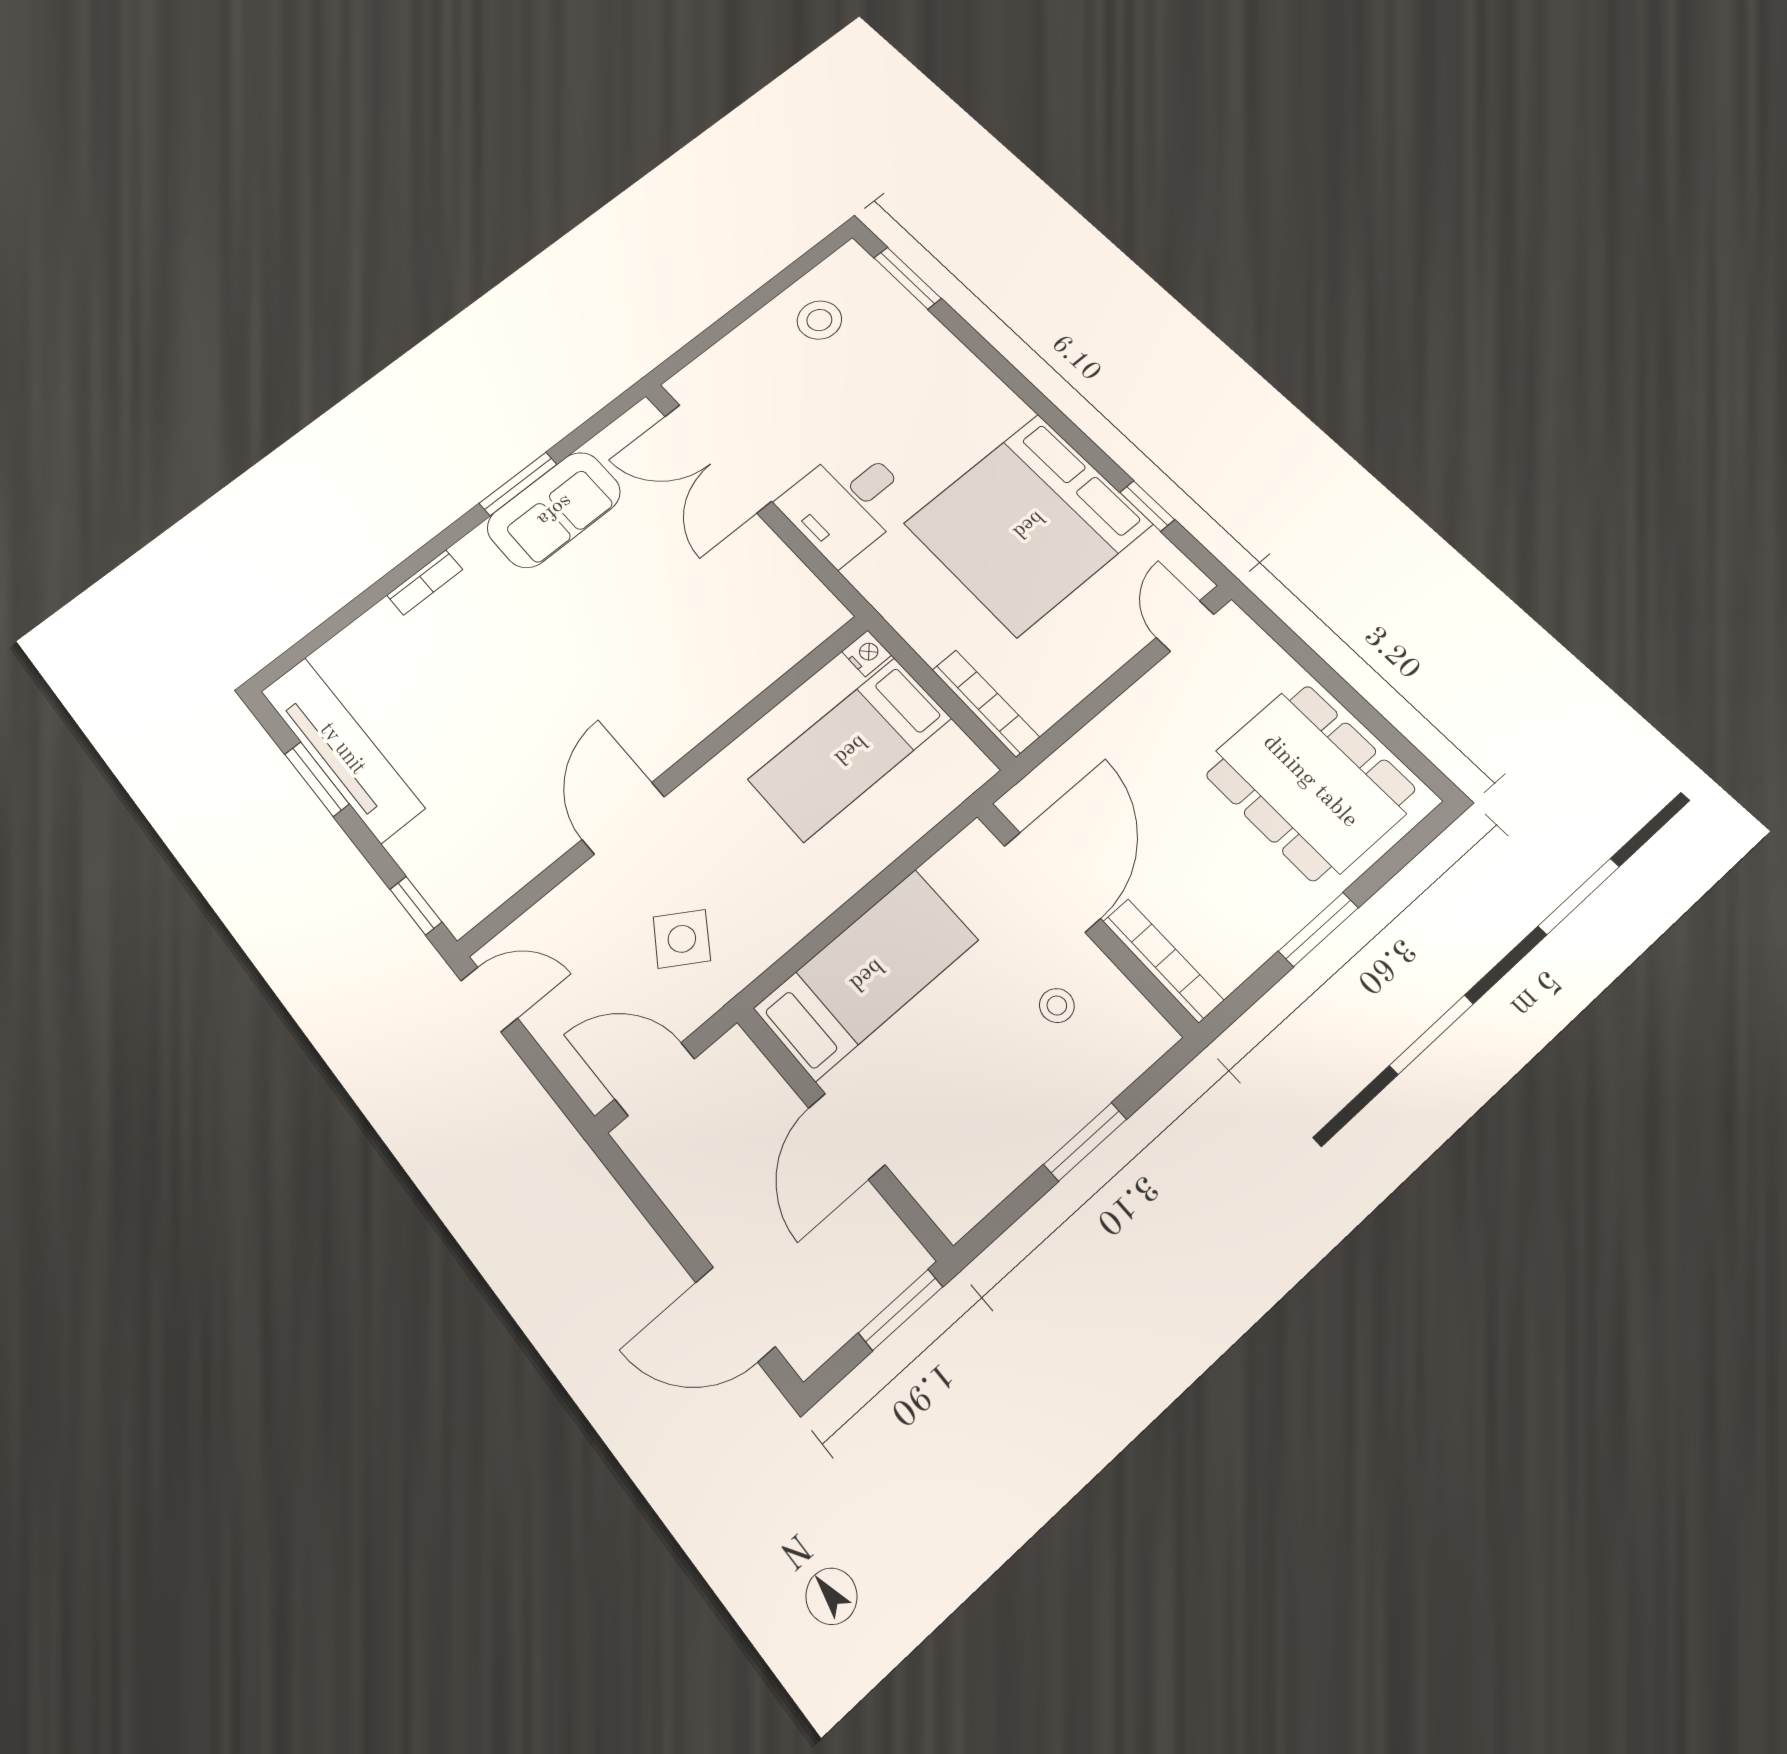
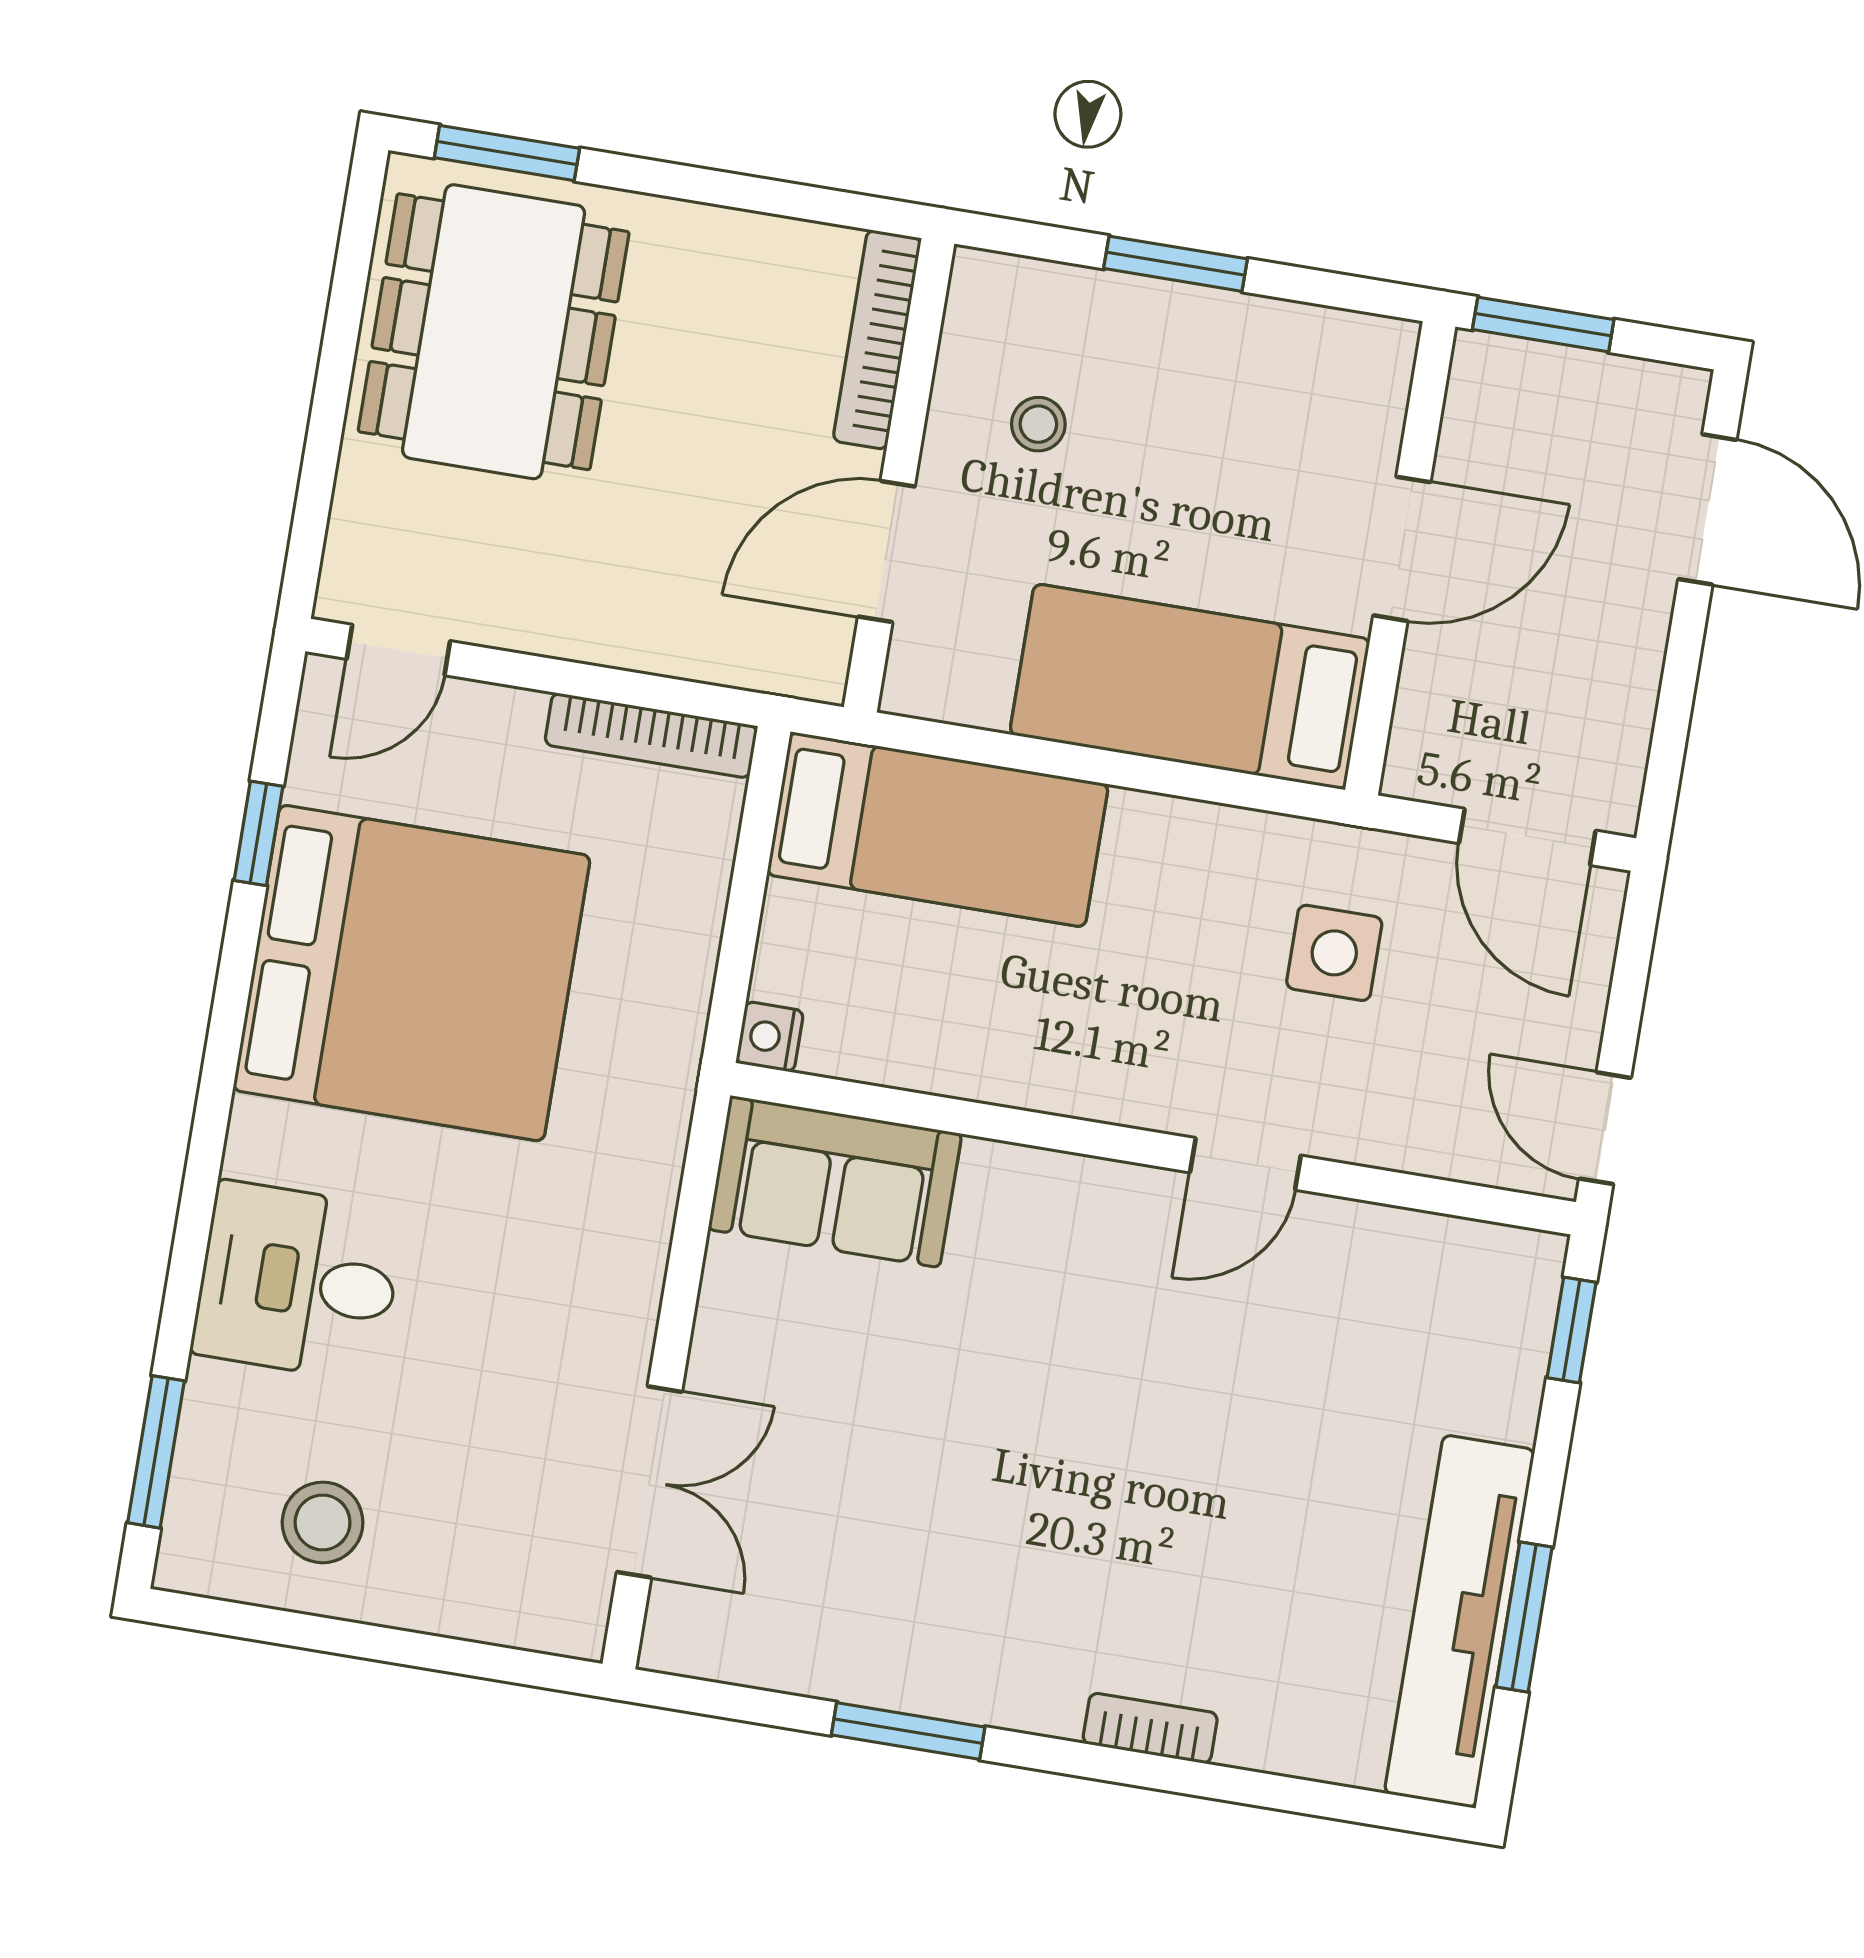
double door: (718, 459) -> (649, 1482), width x0.73
desk: (846, 503) -> (298, 1281), moved, turned 180
sofa: (554, 510) -> (835, 1182), moved, turned 180
bookcase: (986, 703) -> (651, 735), moved, turned -90
bed: (850, 749) -> (938, 830), moved
door: (623, 818) -> (1245, 1164), width x0.73
door: (1052, 882) -> (886, 552), width x0.73
window: (1318, 929) -> (507, 153), moved
side table: (682, 939) -> (1334, 953), turned -33

